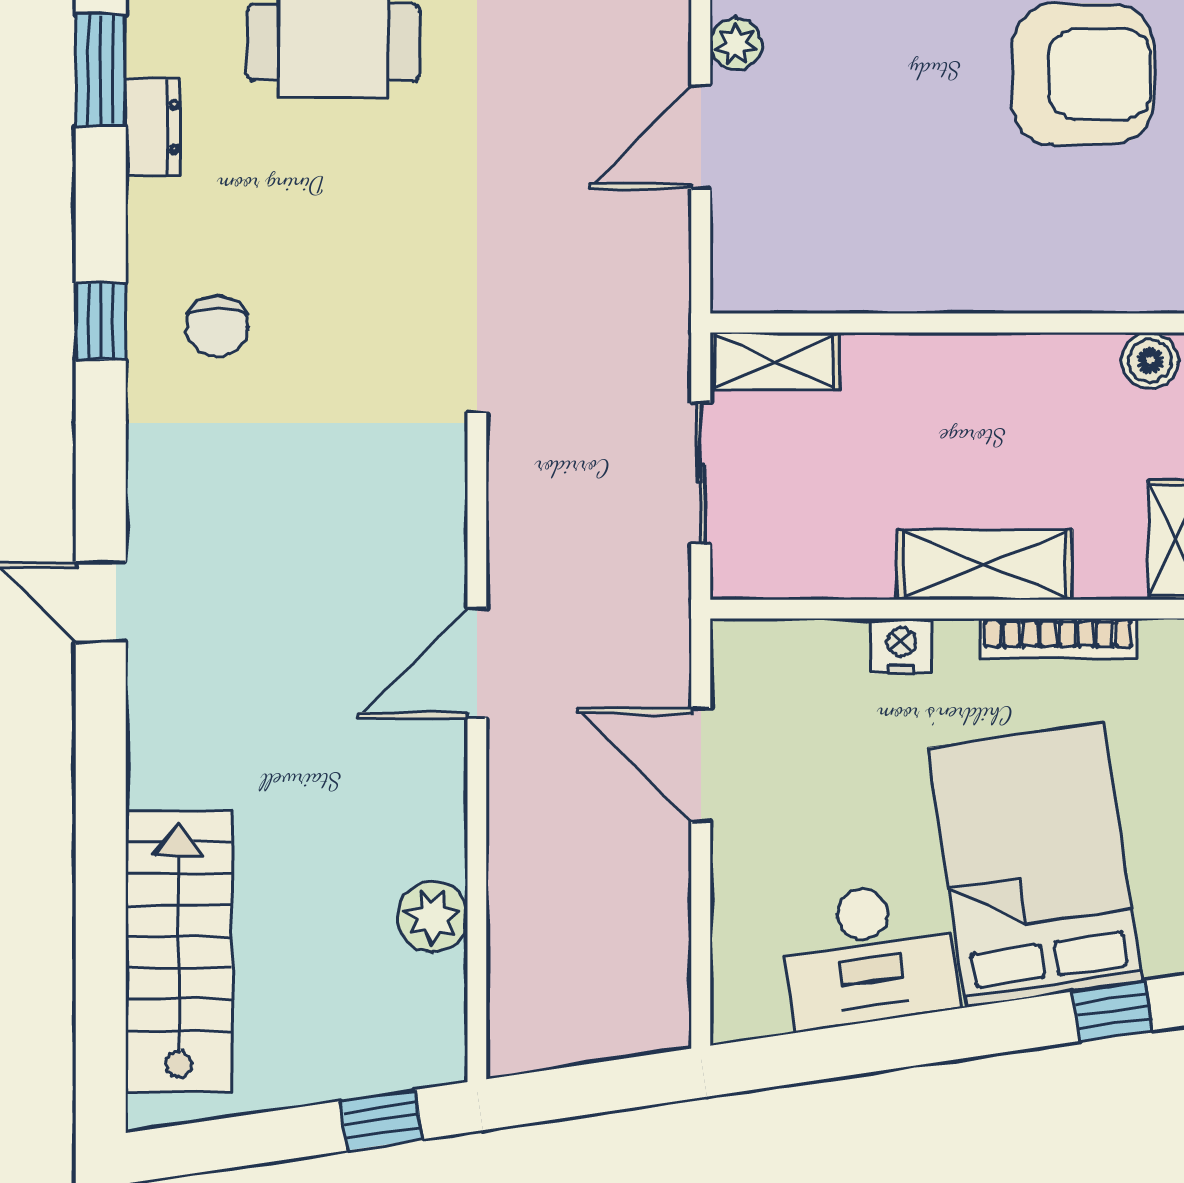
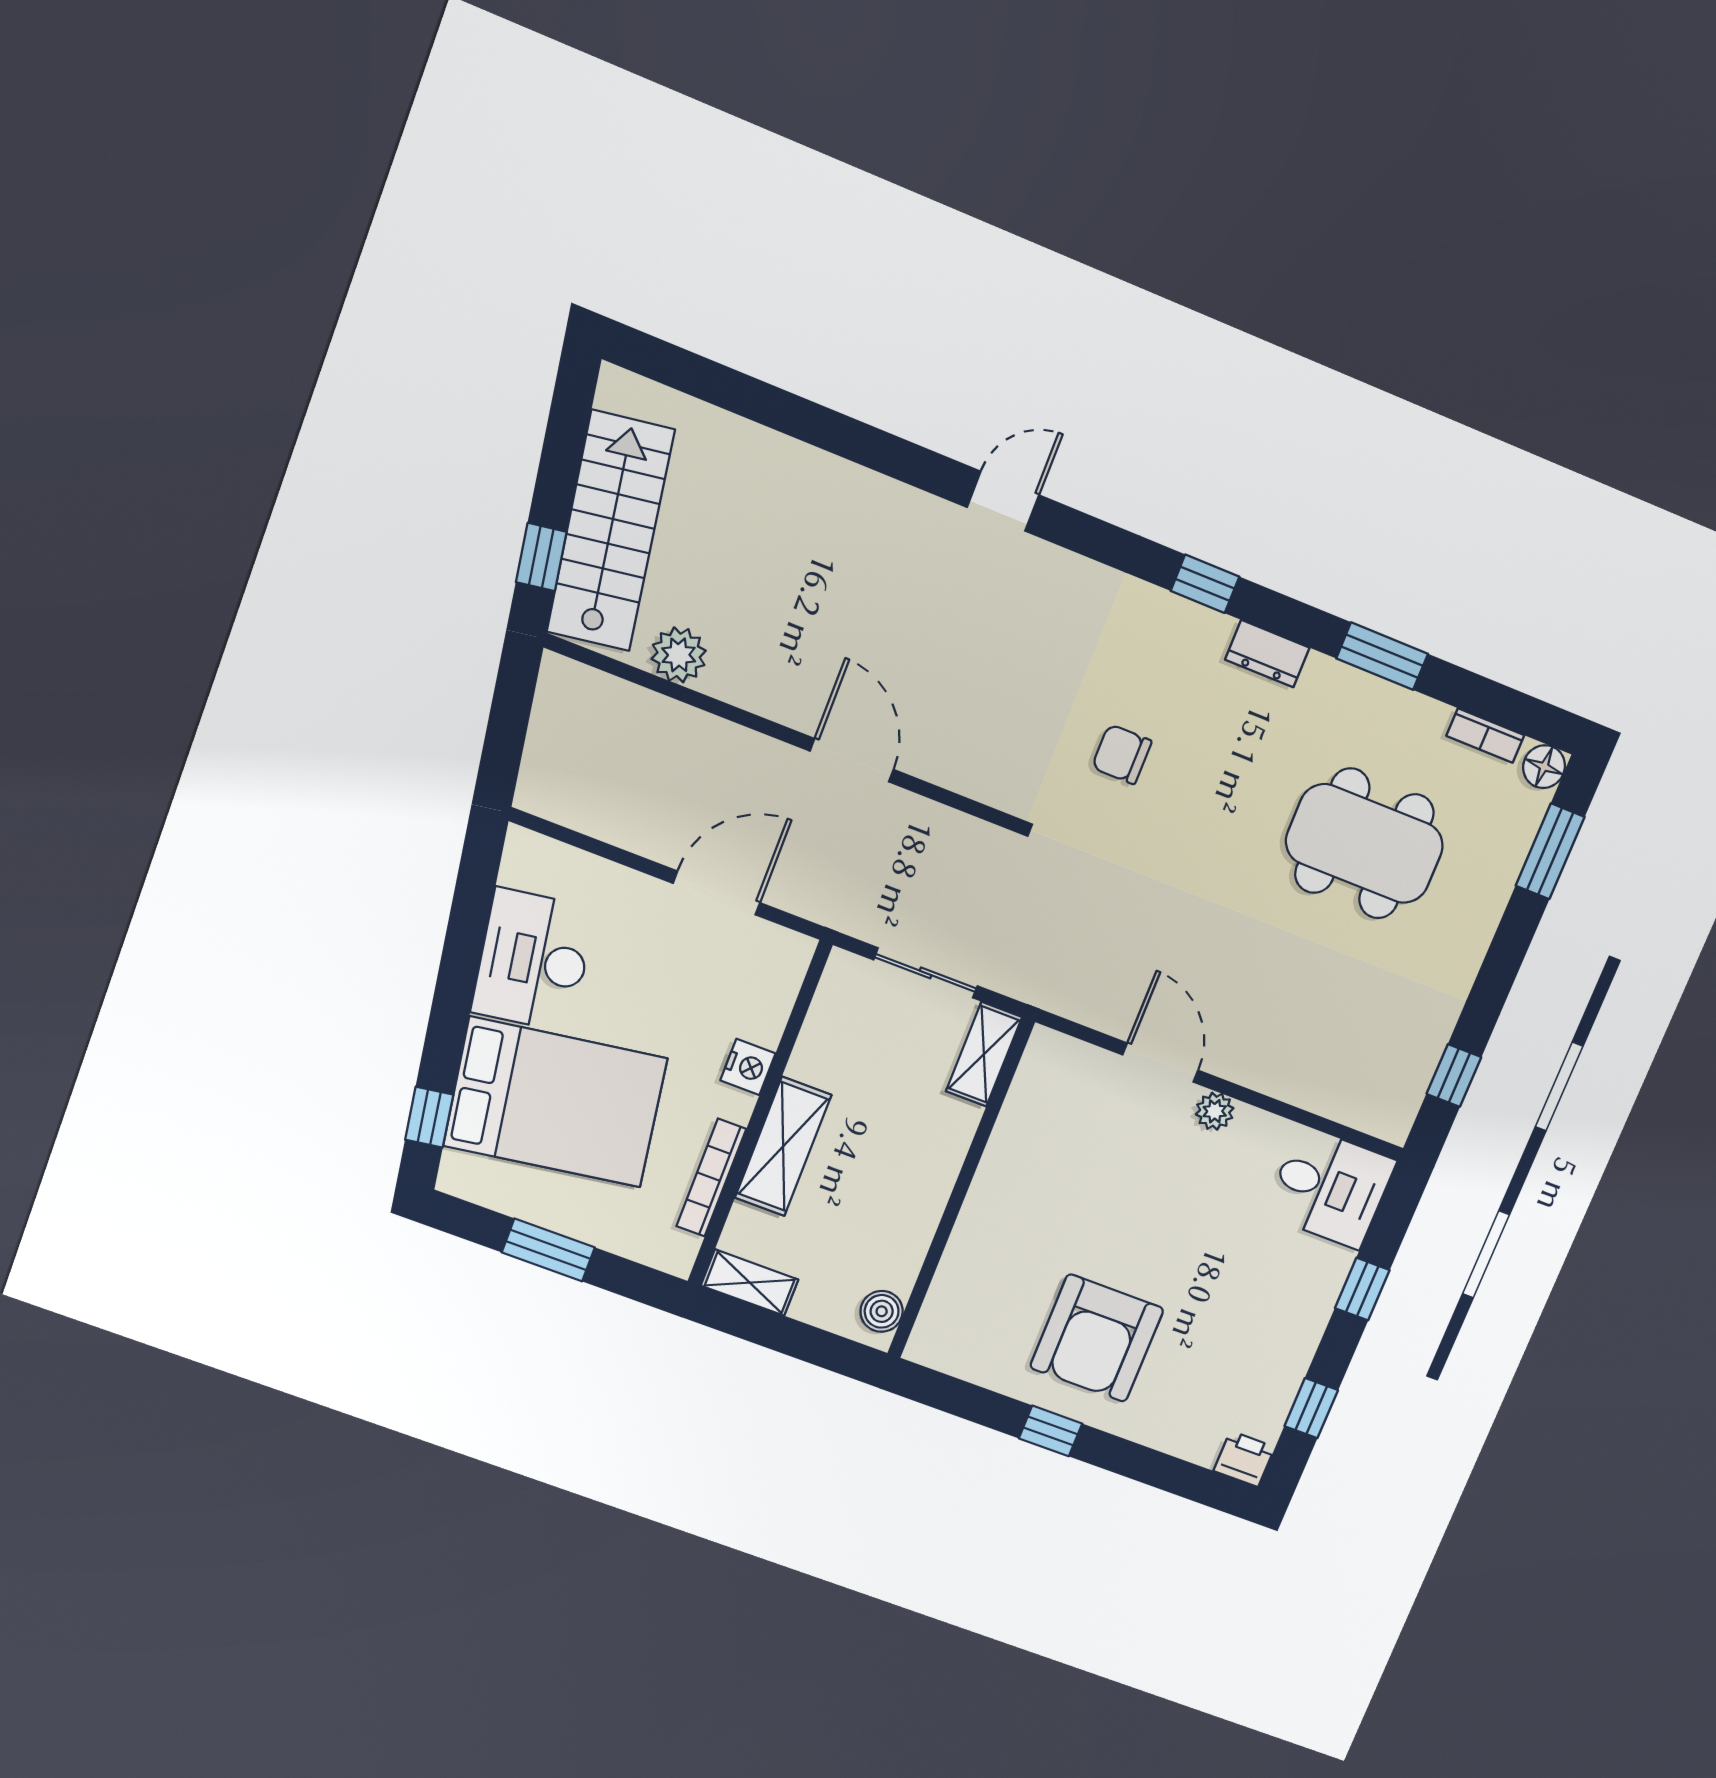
dresser: (153, 127) -> (1267, 654), moved
chair: (218, 326) -> (1122, 754), moved
stairs: (179, 951) -> (610, 531), moved, turned -98

